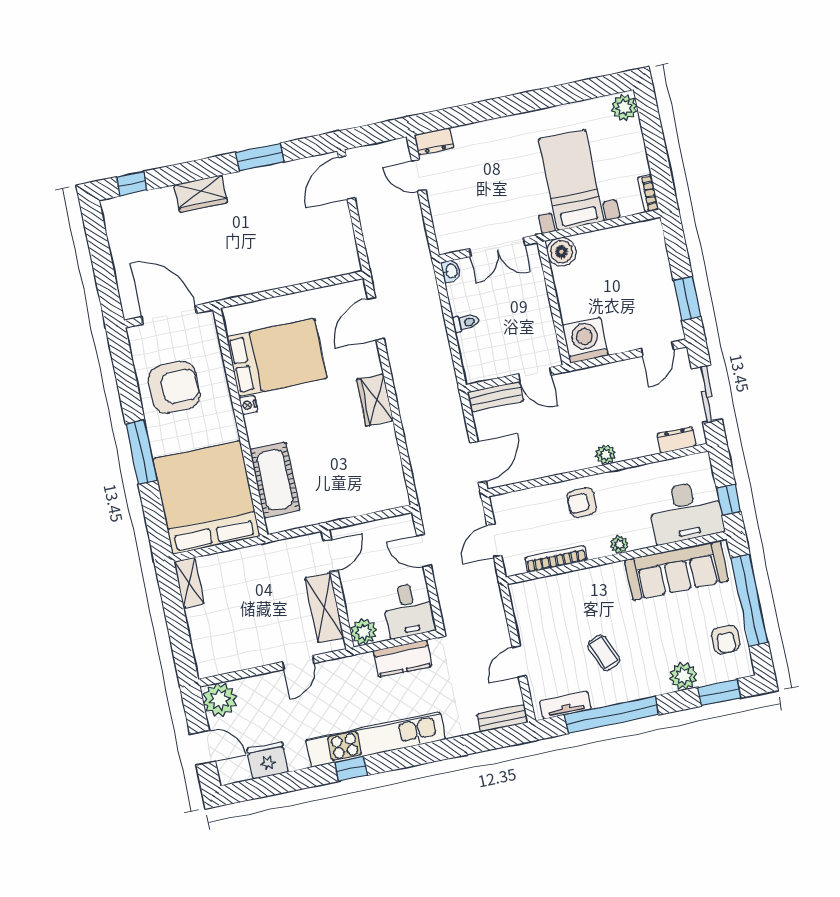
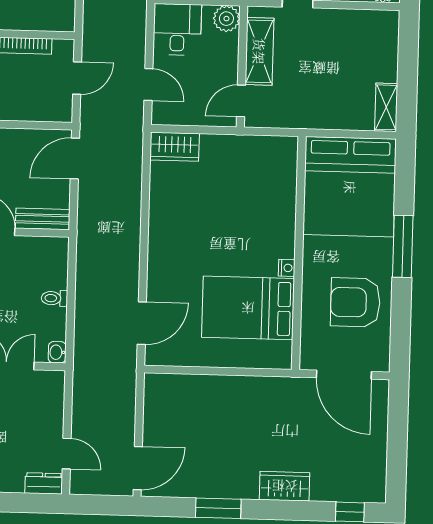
wardrobe: (375, 400) -> (175, 147), moved, turned 90
cot: (275, 480) -> (278, 188), removed

